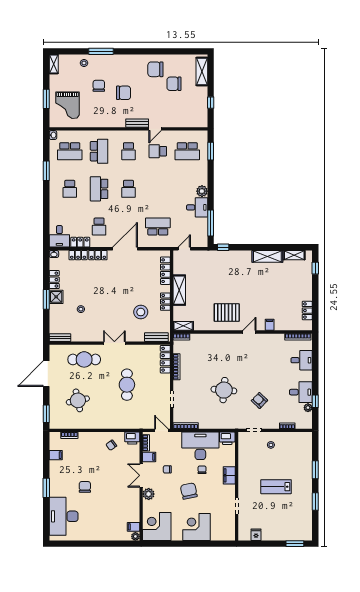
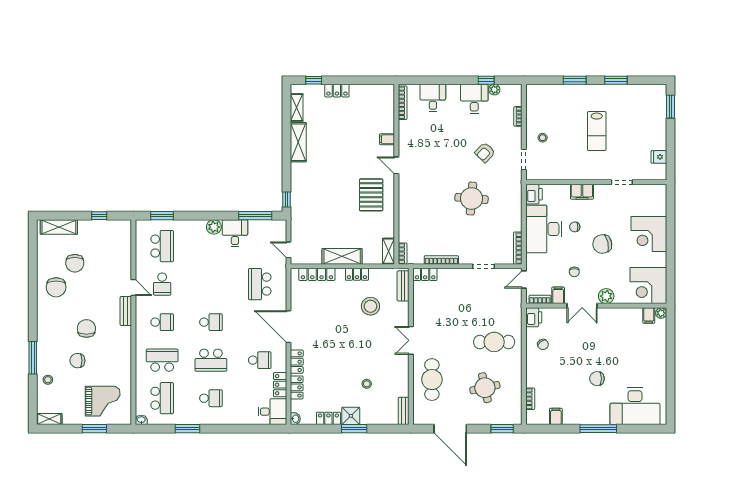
locker: (307, 311) -> (337, 91), moved
locker: (165, 359) -> (425, 274), width x0.66
cafe table: (127, 385) -> (494, 342), moved
window: (46, 488) -> (598, 429), width x1.44

